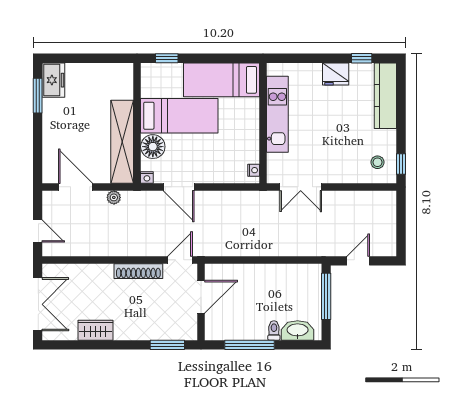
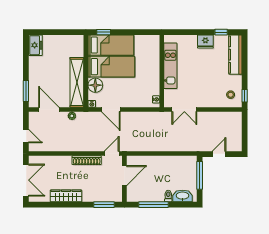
bed: (222, 80) -> (111, 45), moved, turned 180
window: (38, 96) -> (26, 91), moved
wardrobe: (95, 330) -> (66, 196), width x1.50

